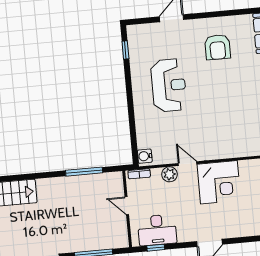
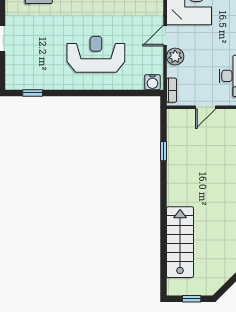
reception desk: (169, 85) -> (96, 54), moved
window: (84, 172) -> (163, 151), width x0.46

